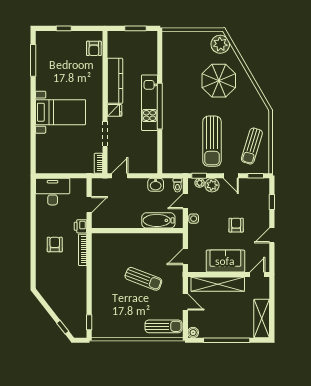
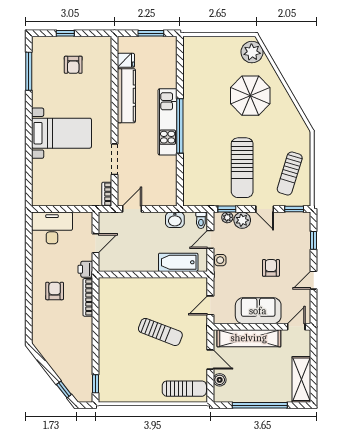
armchair: (94, 48) -> (73, 65), moved
fridge: (115, 110) -> (126, 60), moved
boiler: (193, 333) -> (220, 380), moved

